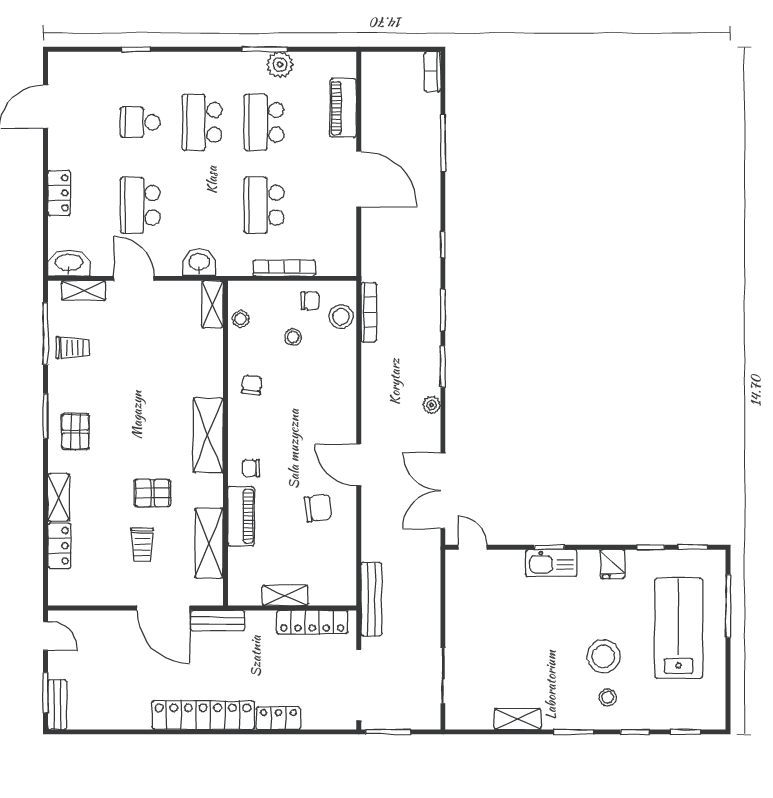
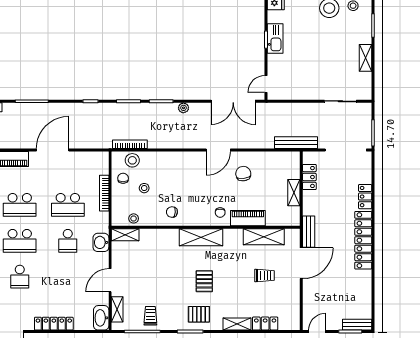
locker: (59, 193) -> (54, 324), width x1.53
school desk: (140, 205) -> (68, 241), moved, width x0.54
pallet: (152, 493) -> (204, 281), moved
locker: (312, 622) -> (309, 177), width x0.66

